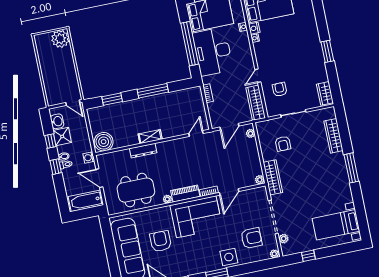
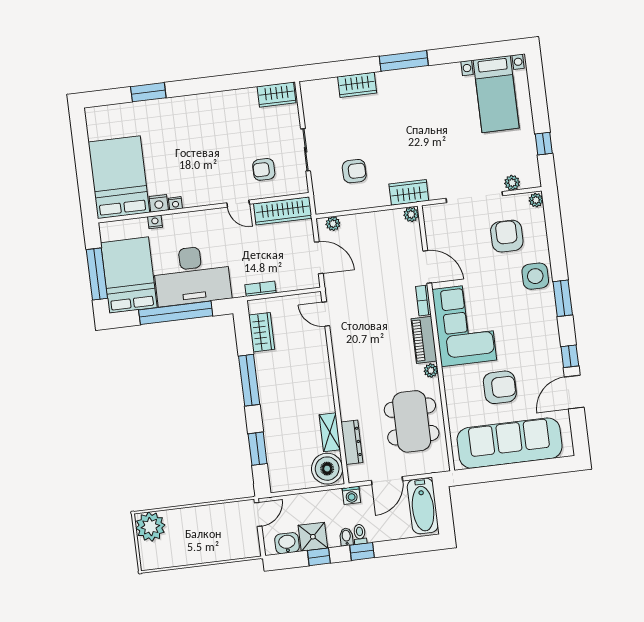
window: (327, 51) -> (148, 92), moved
wardrobe: (182, 96) -> (262, 332), added
wardrobe: (334, 136) -> (357, 85), width x0.67
shelving: (150, 137) -> (330, 432), moved
dresser: (143, 151) -> (352, 442), moved
wardrobe: (273, 177) -> (409, 192), width x0.67
armchair: (161, 241) -> (500, 387), turned 180

